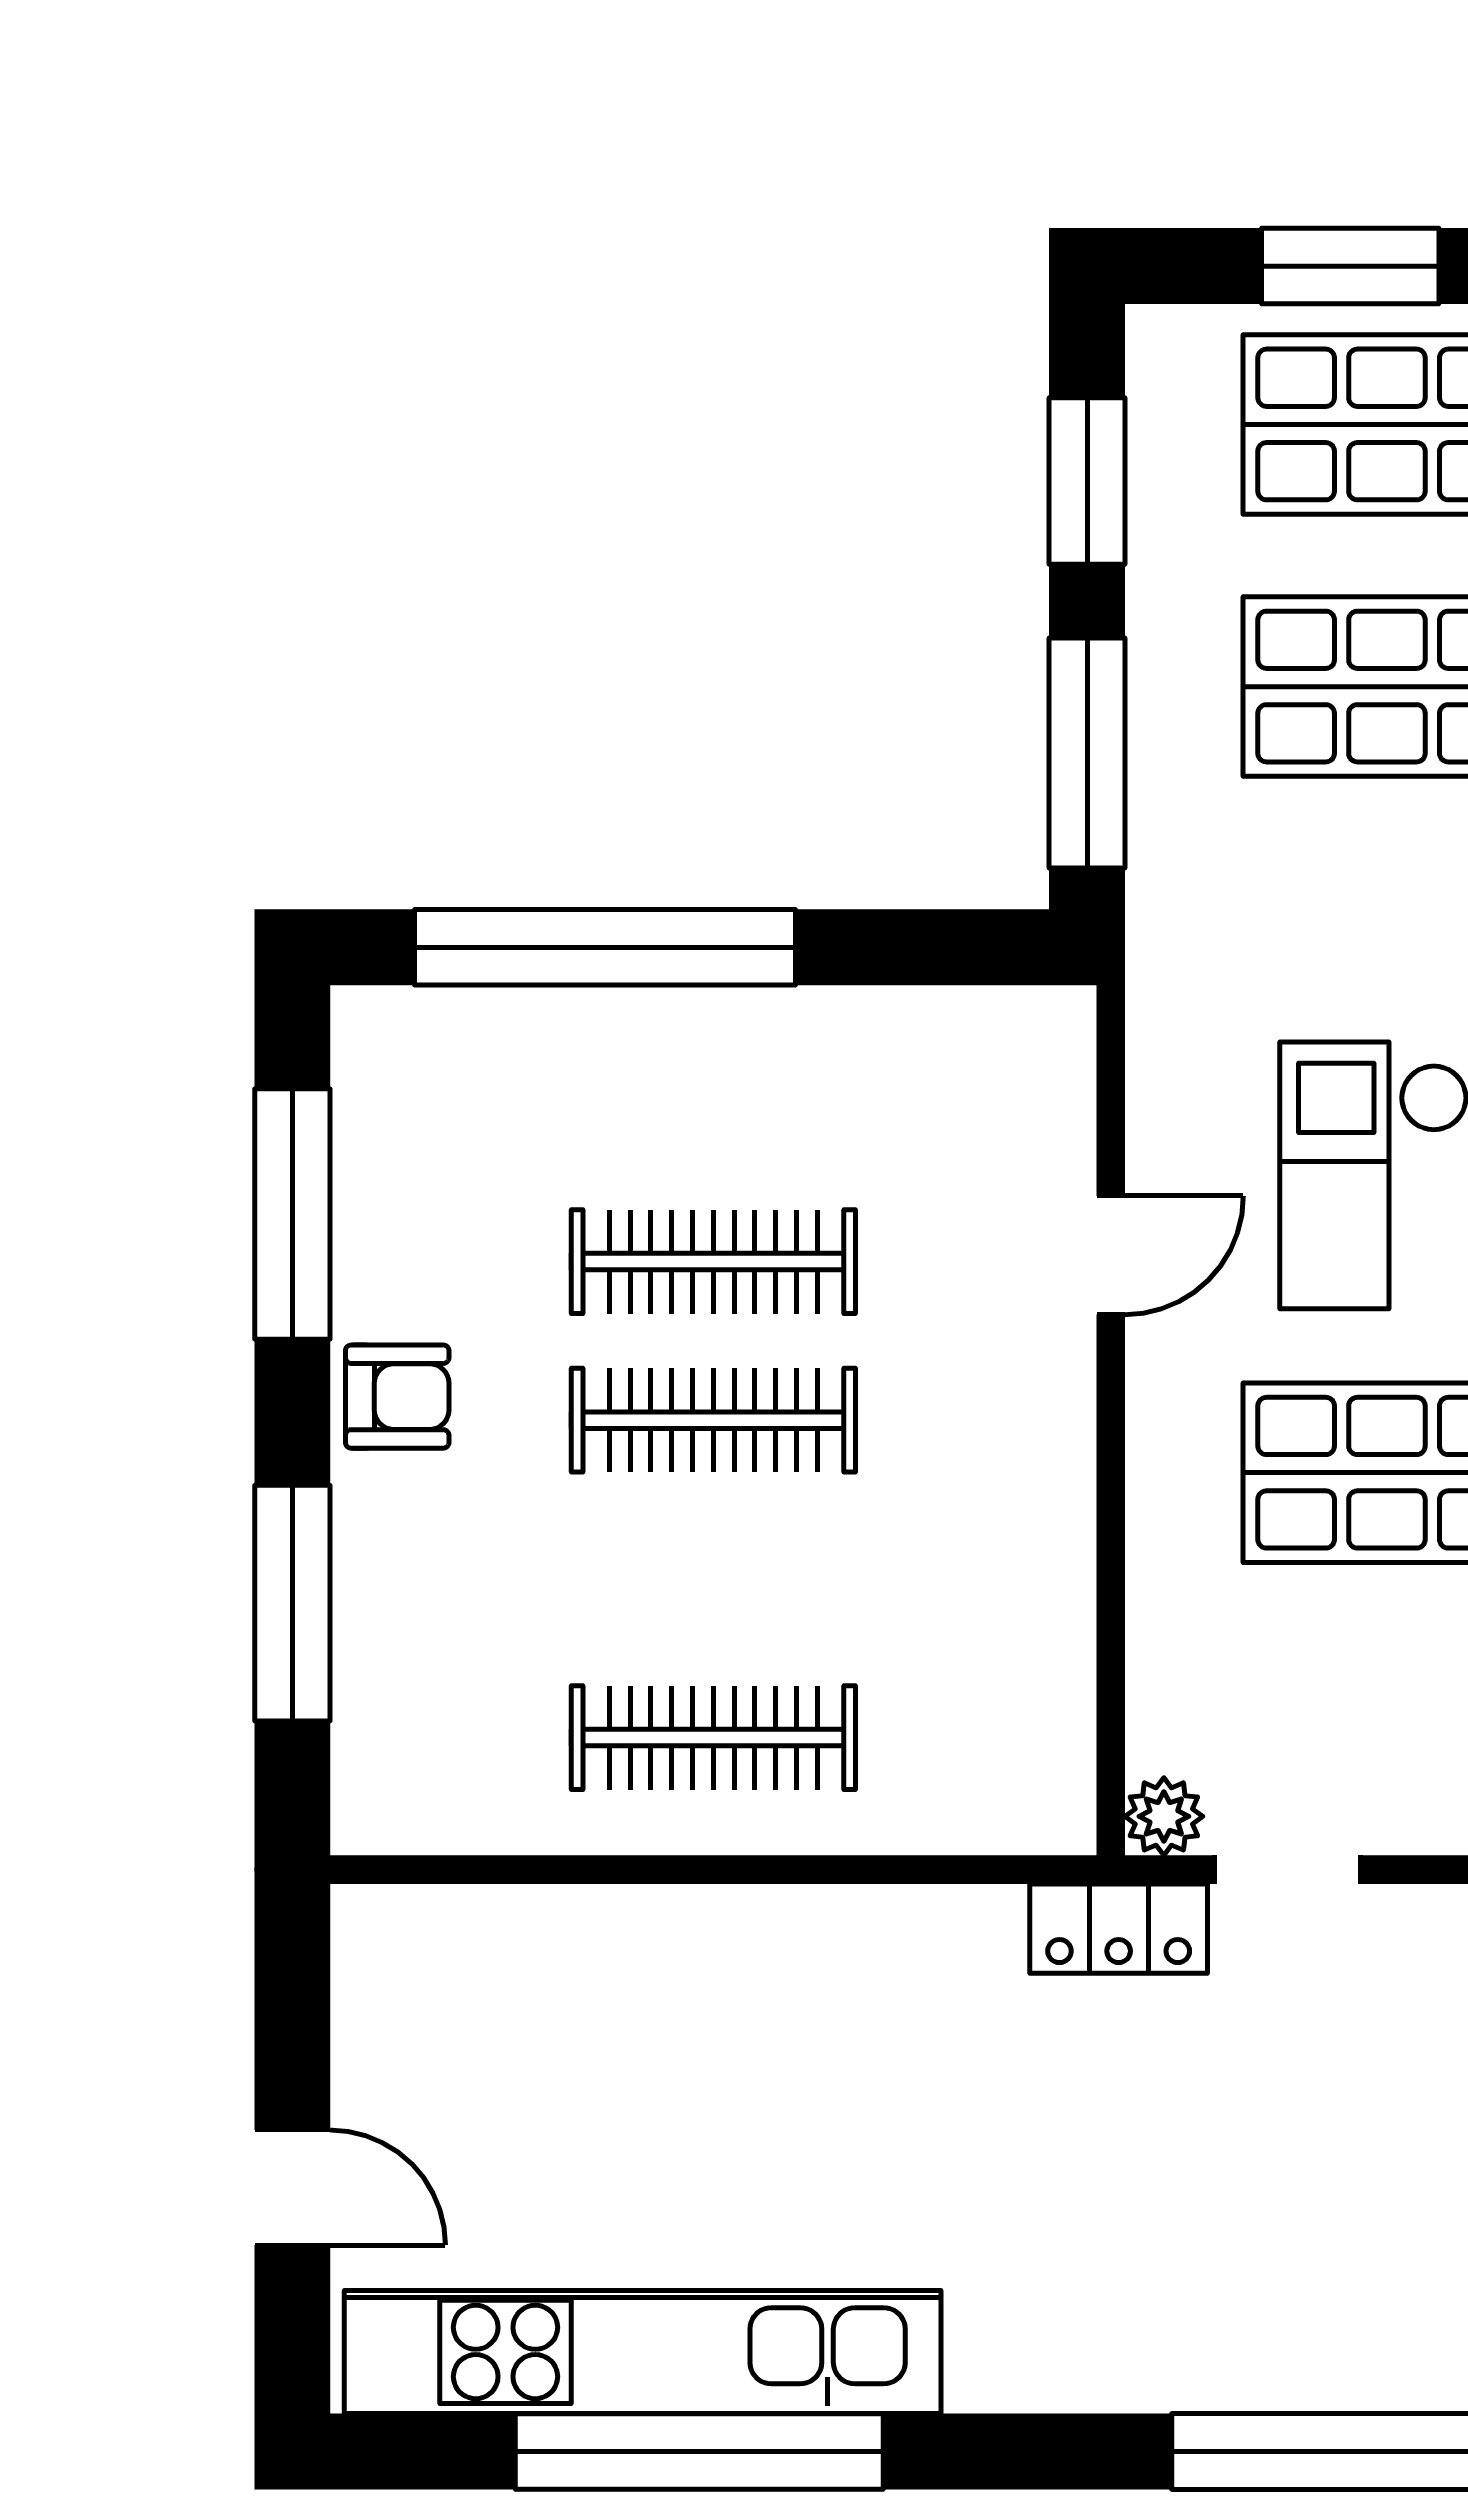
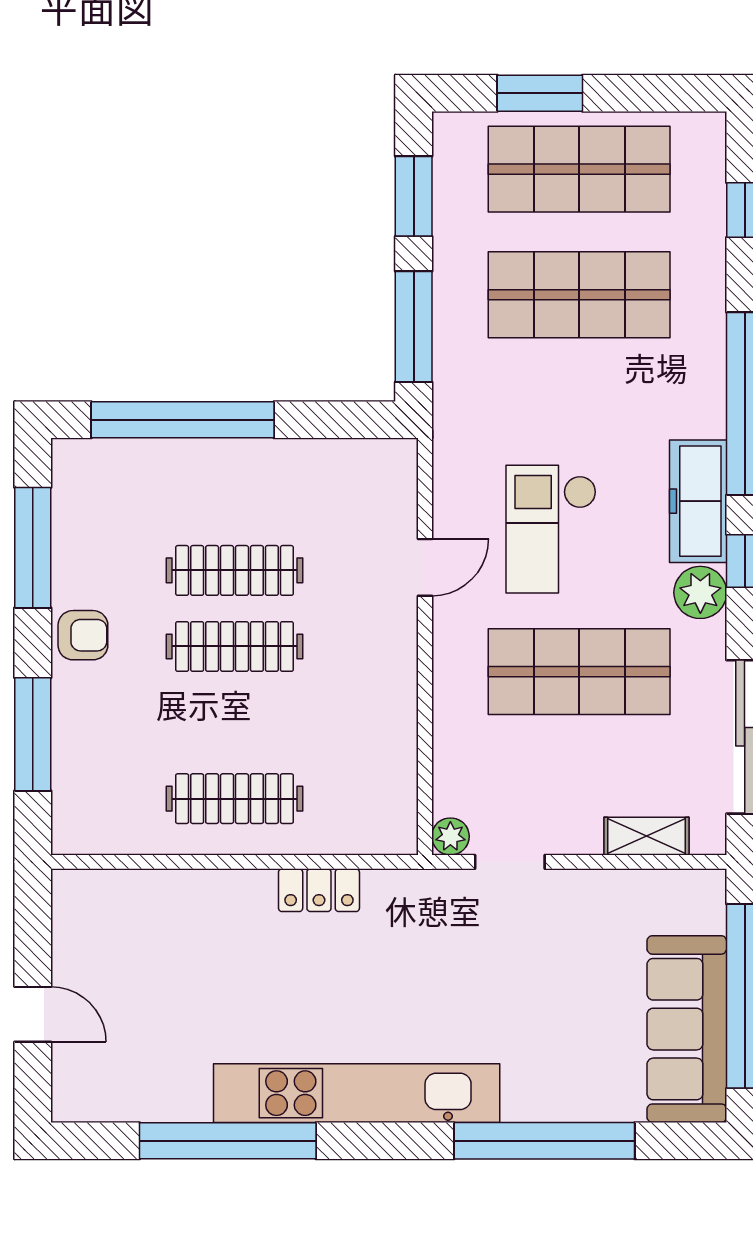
locker: (1119, 1929) -> (319, 890), moved
kitchen unit: (643, 2352) -> (357, 1093), moved

